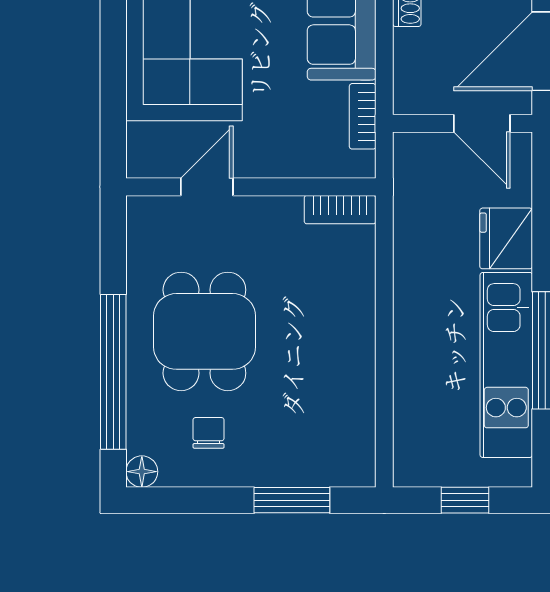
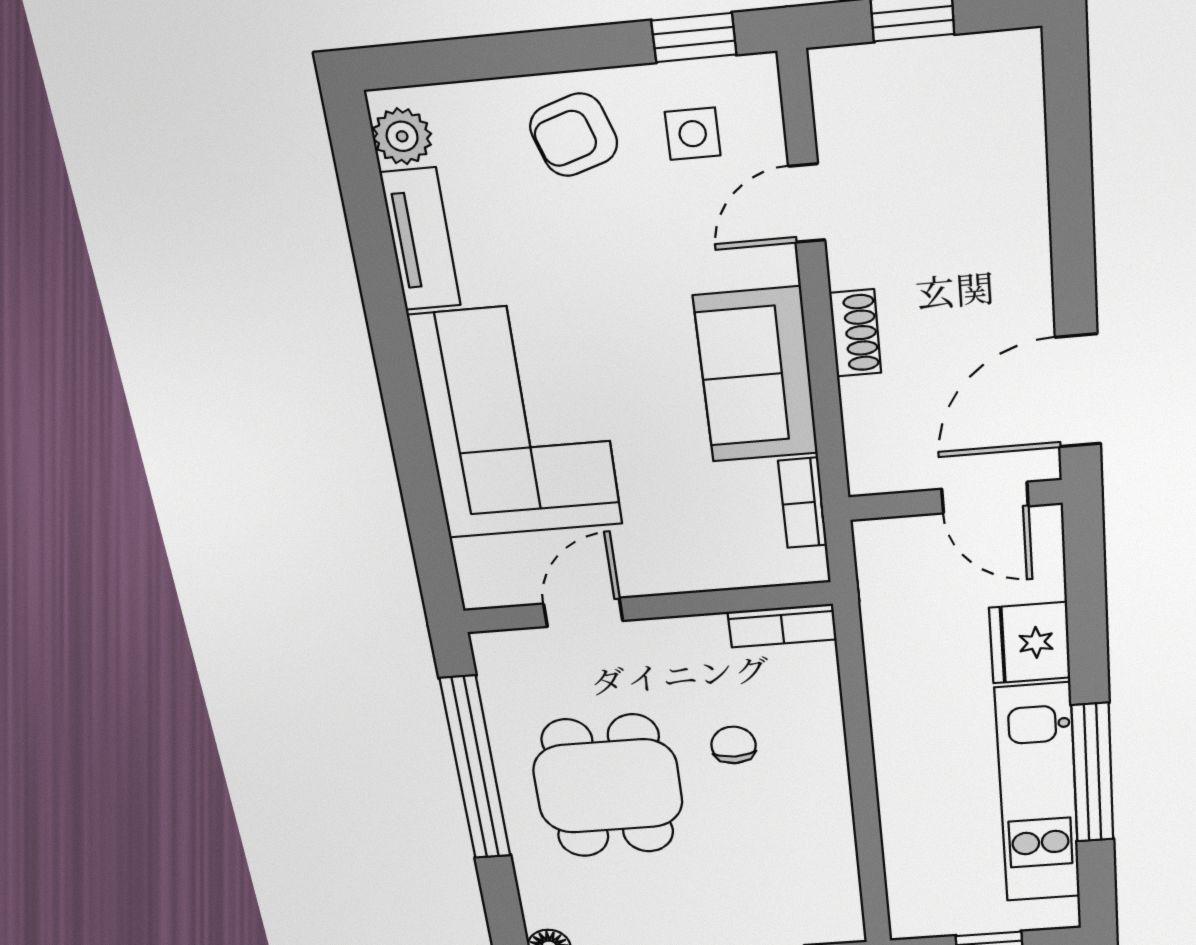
window: (113, 372) -> (476, 768), moved
chair: (209, 433) -> (734, 745), moved

